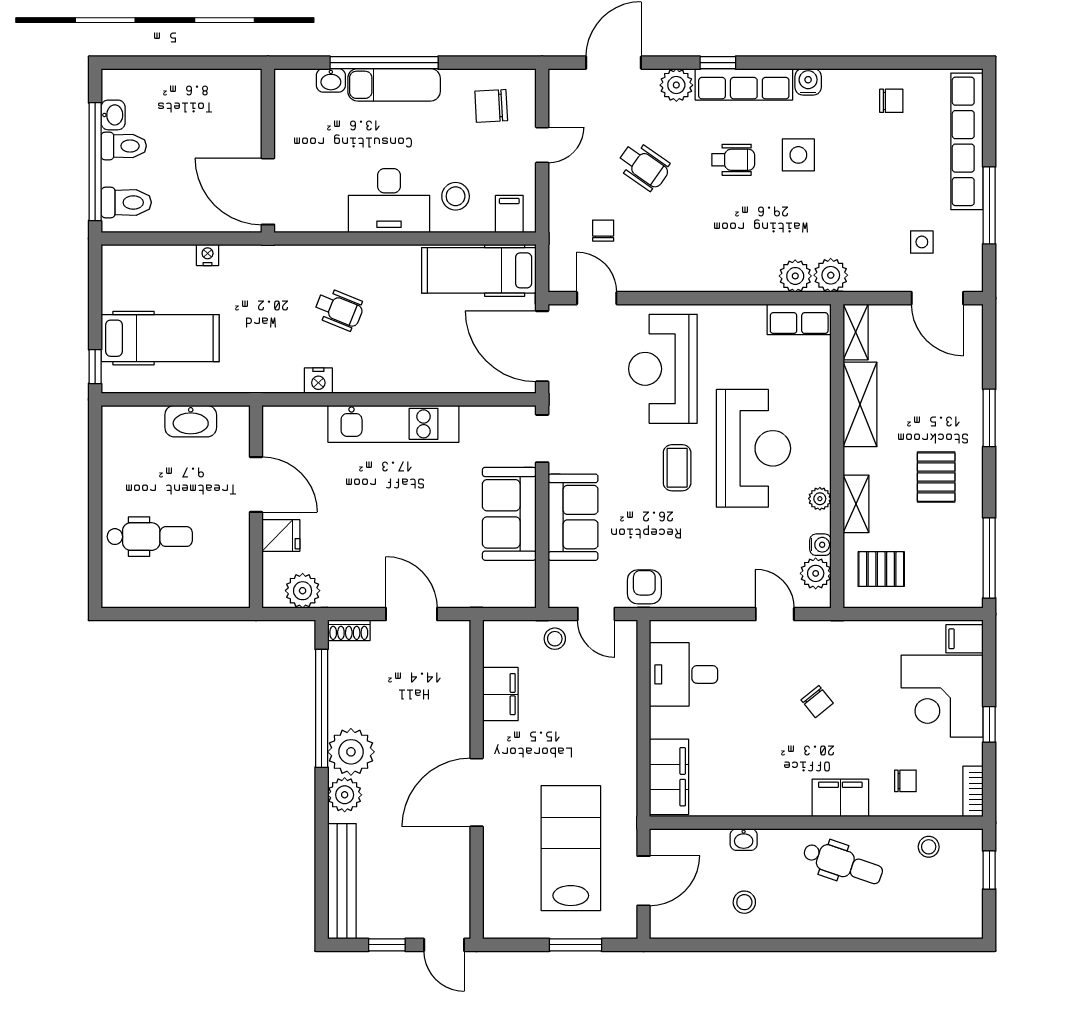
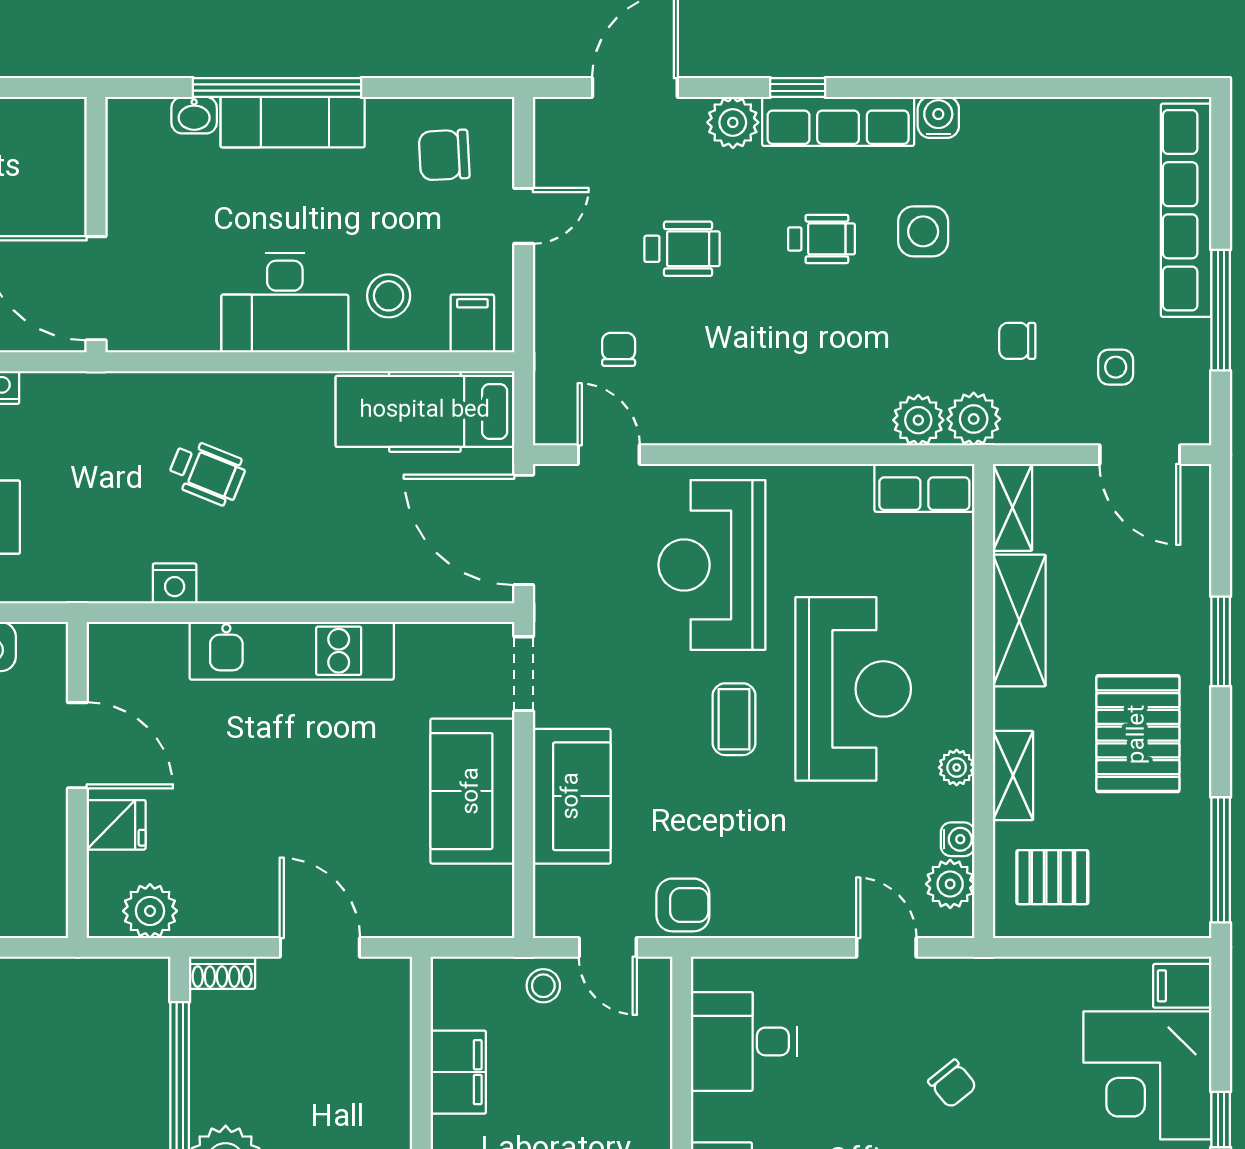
chair: (891, 101) -> (1017, 341), moved, turned 180
wheelchair: (644, 166) -> (682, 249), turned -35
pallet: (936, 477) -> (1138, 734), width x1.50, depth x1.42
armchair: (644, 587) -> (683, 905), turned 90

